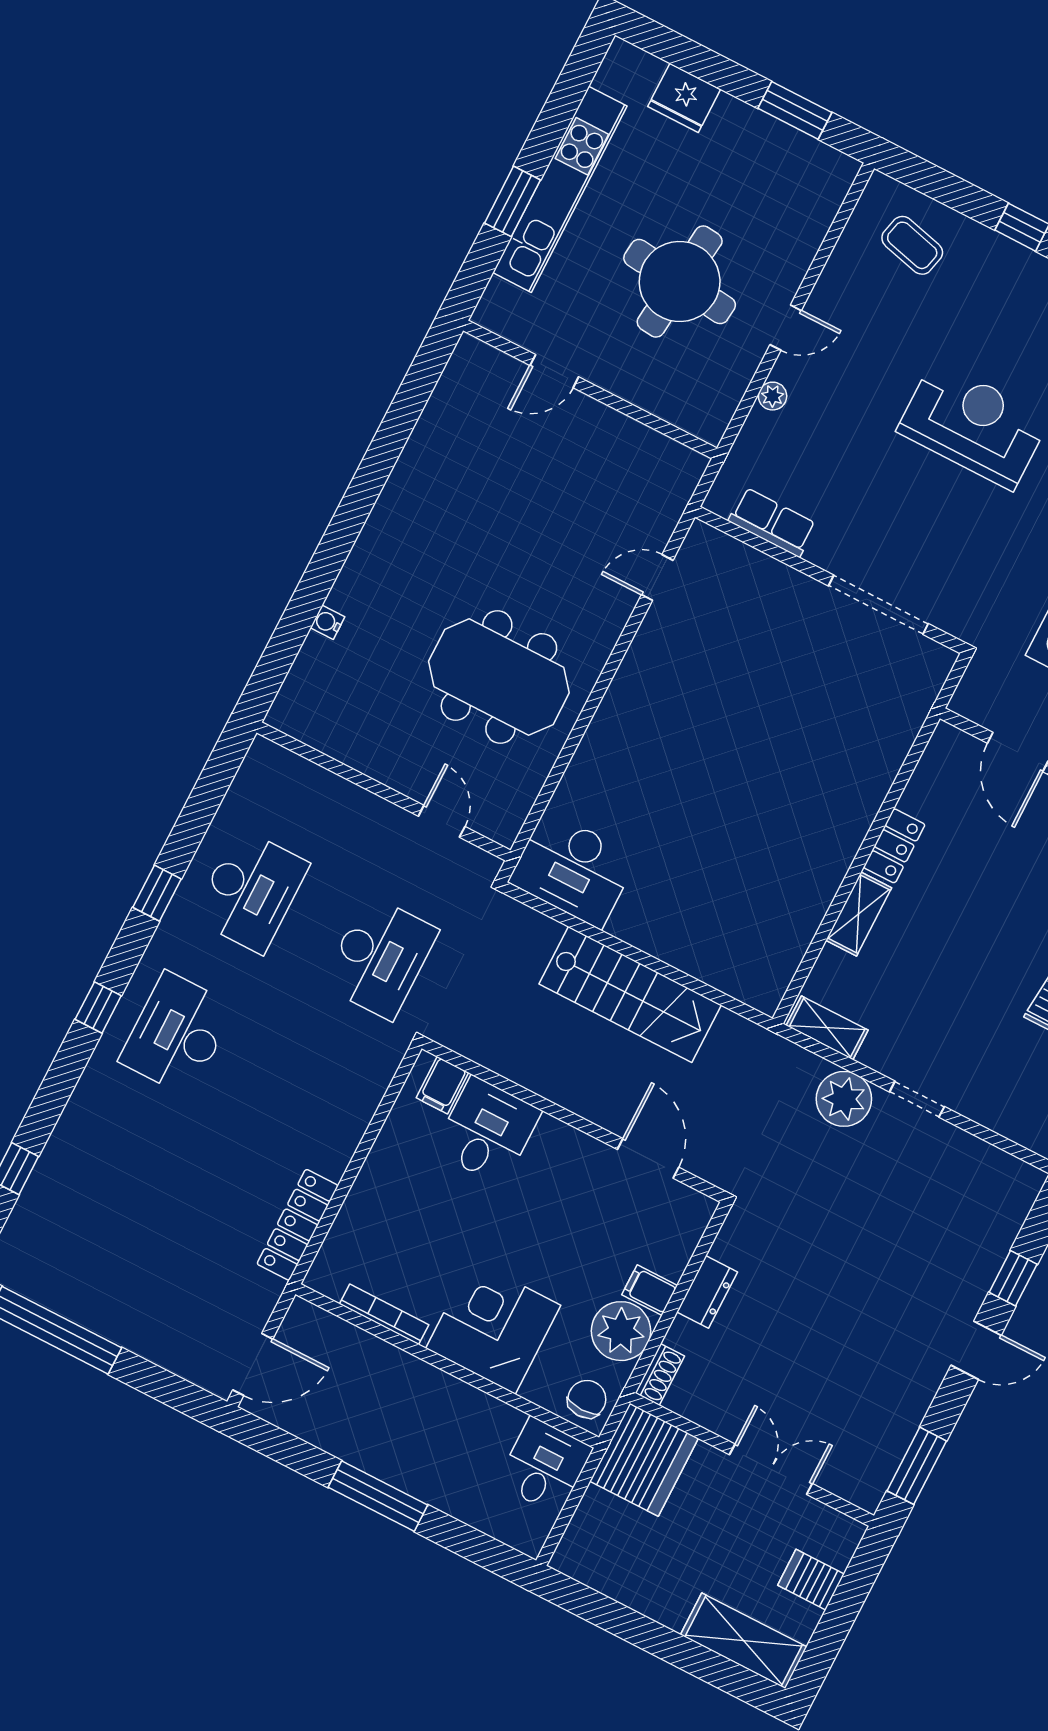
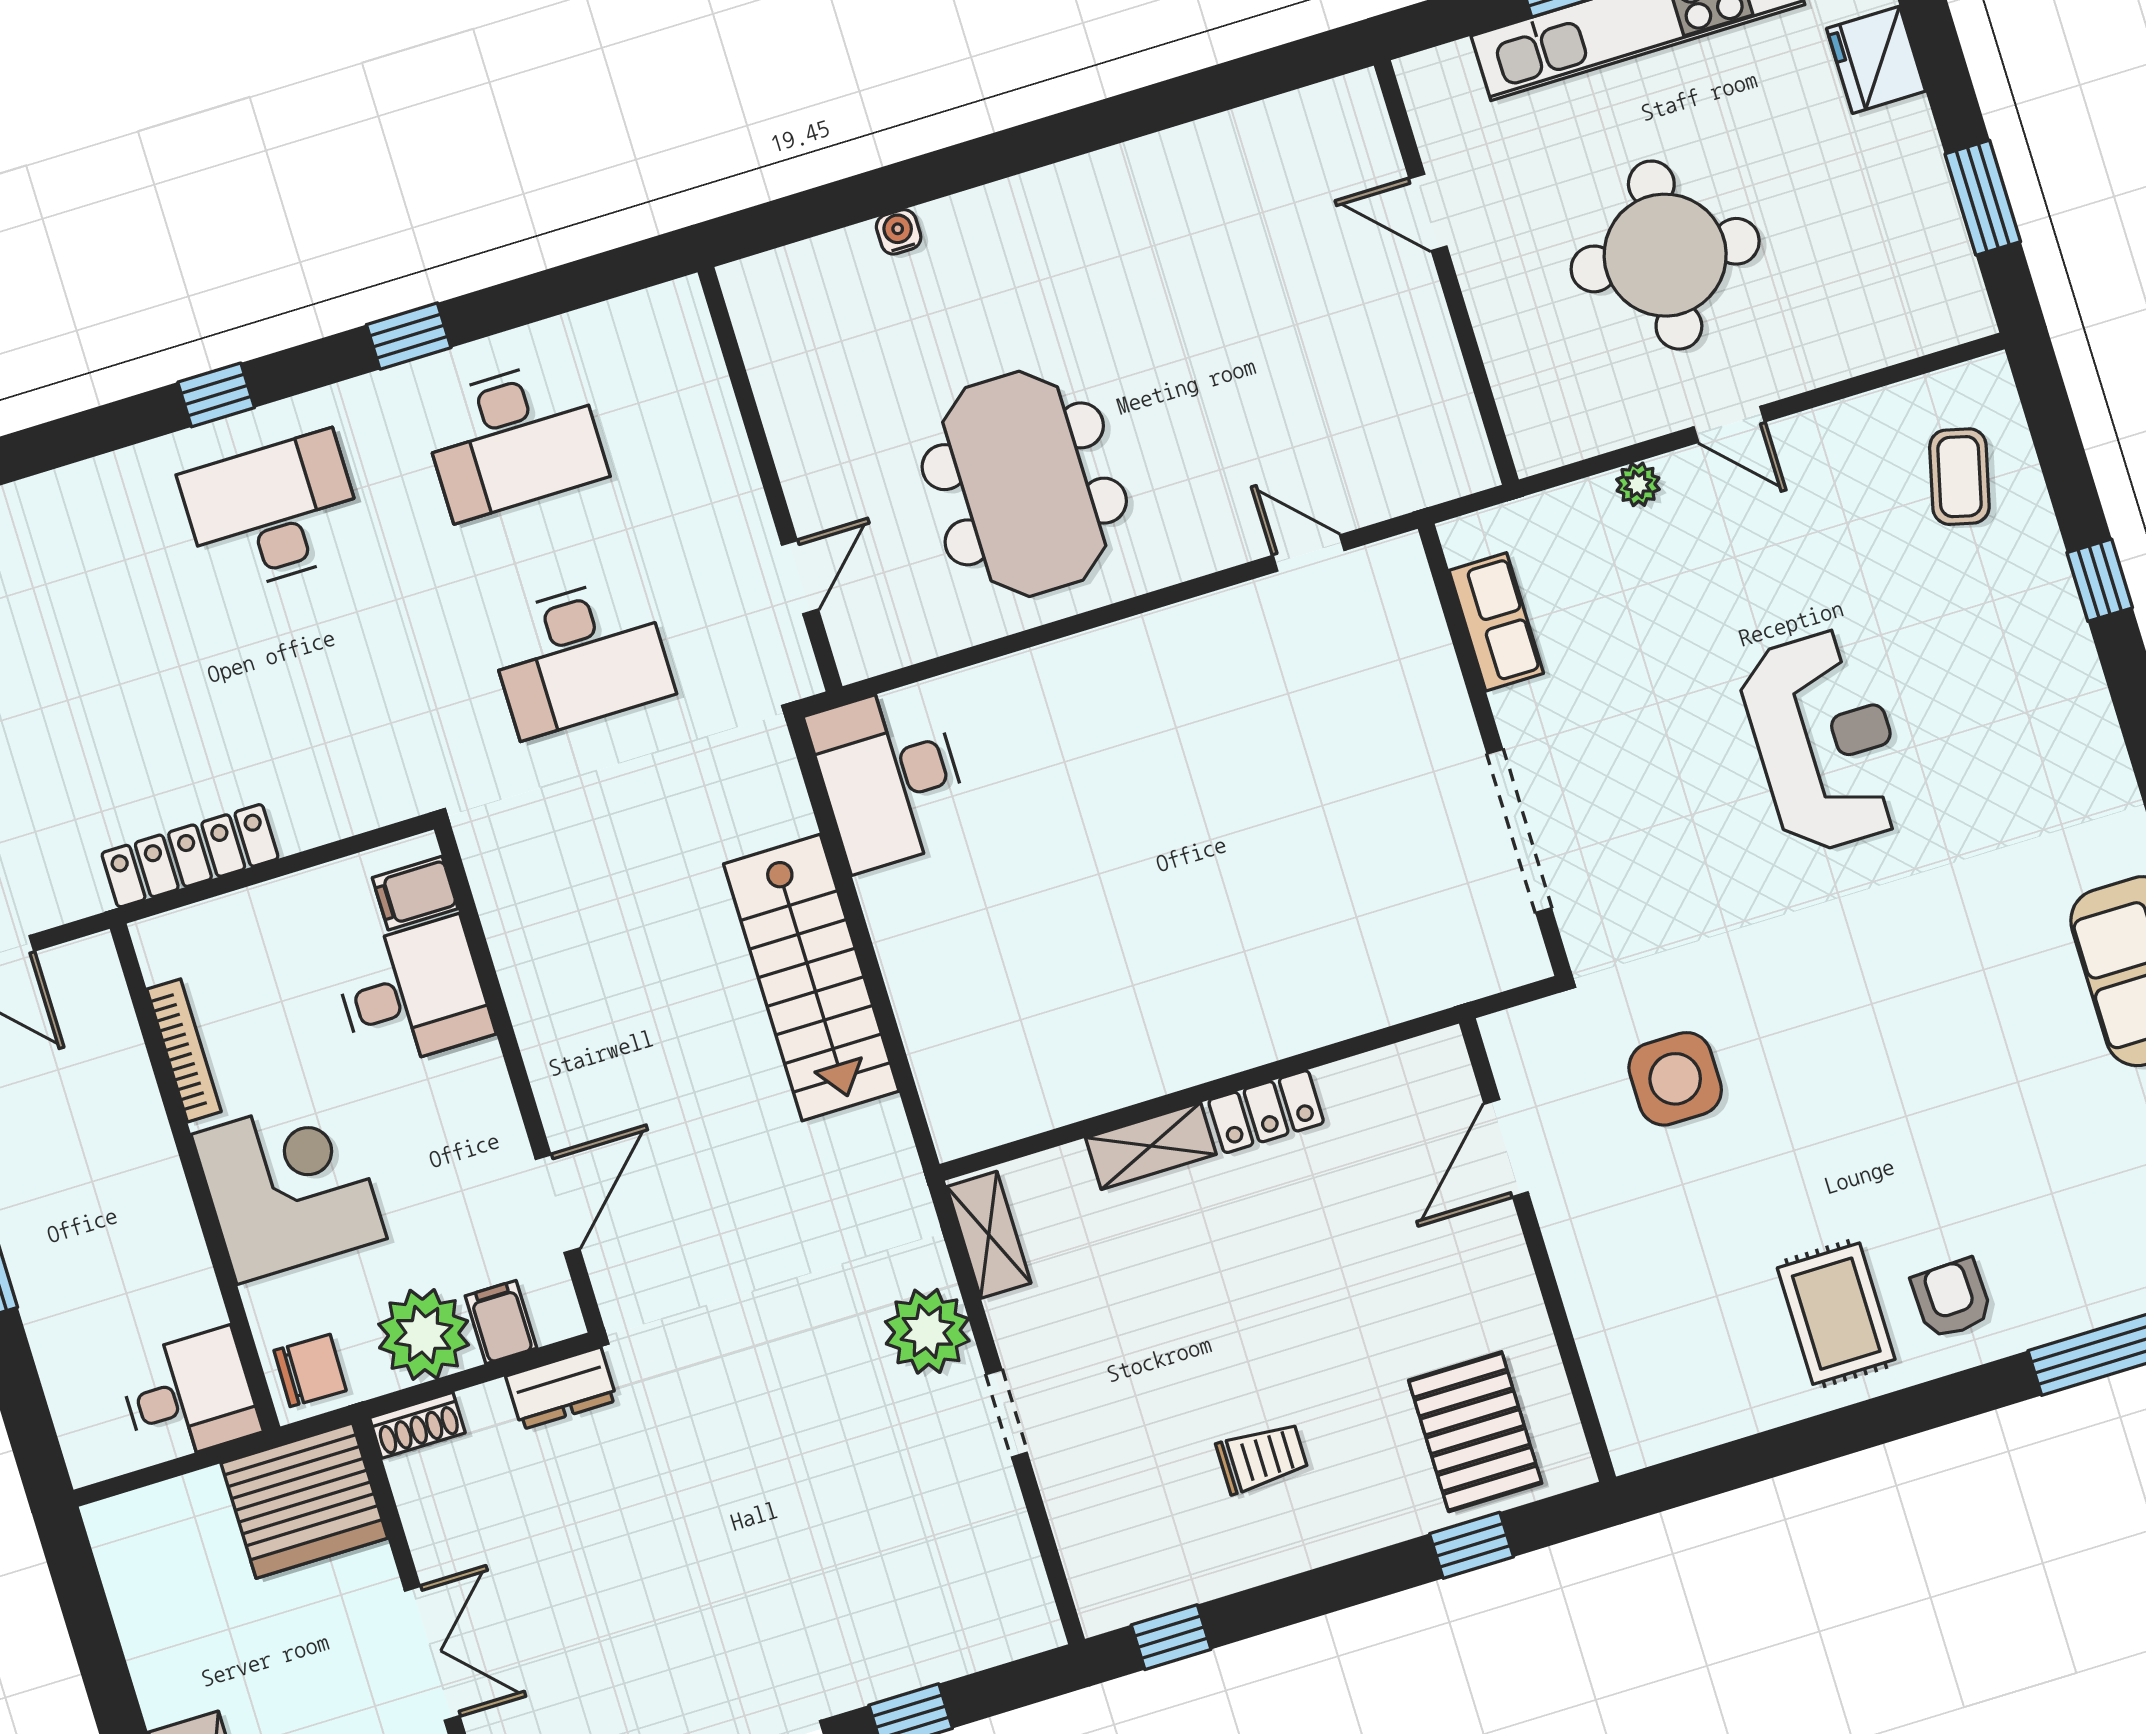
filing cabinet: (442, 1085) -> (415, 893), moved
wall: (574, 1120) -> (519, 1079), moved
desk: (487, 1131) -> (413, 993), moved
door: (648, 1158) -> (558, 1204), moved

